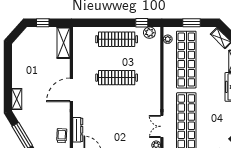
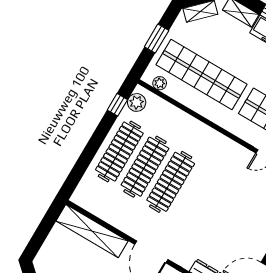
window: (43, 23) -> (39, 237), removed
shelving: (64, 43) -> (92, 231), width x1.47
clothes rail: (117, 58) -> (145, 167), added

